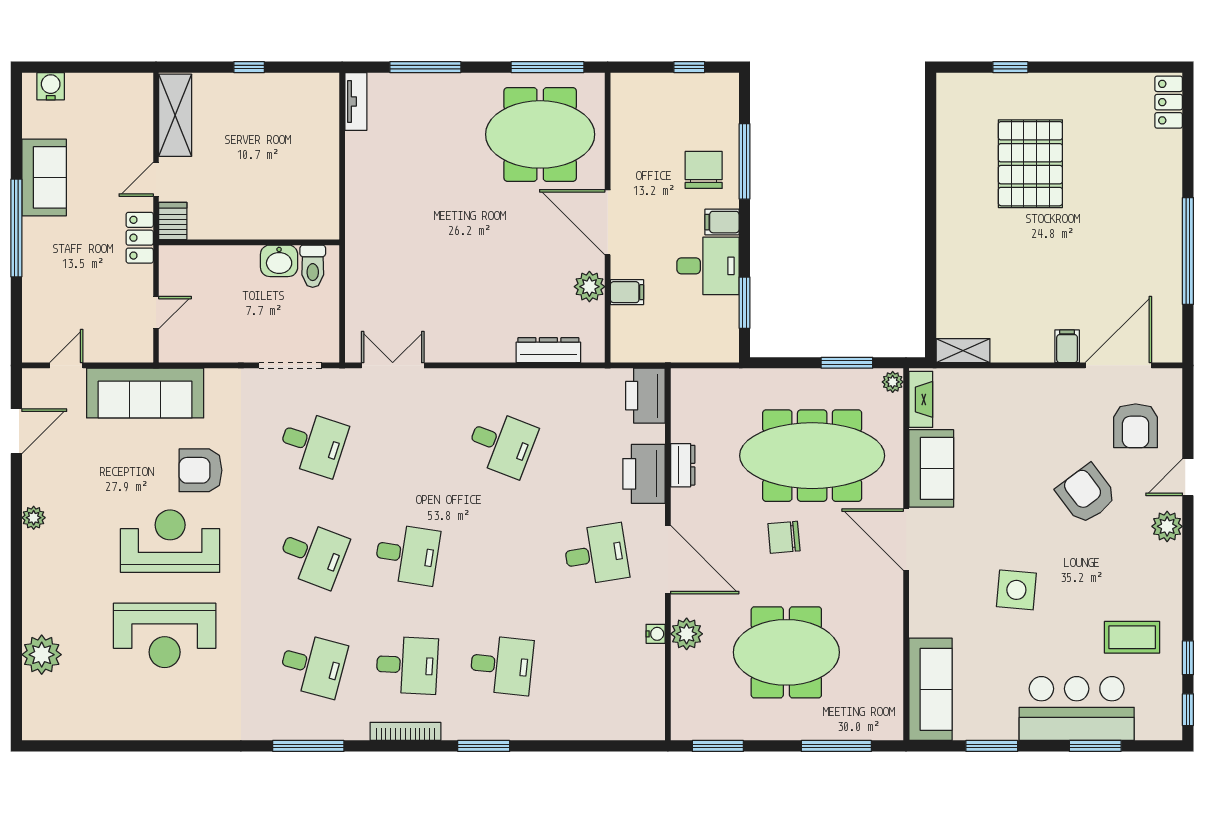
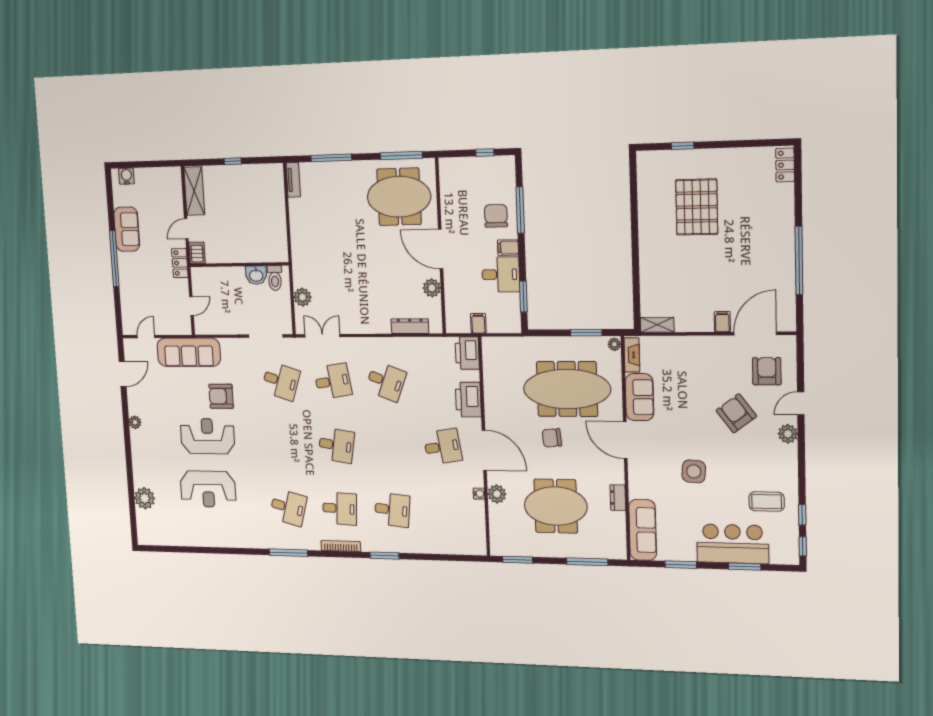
filing cabinet: (627, 292) -> (478, 323), moved, turned -90
plant: (361, 299) -> (302, 297), added
armchair: (1136, 426) -> (767, 371), turned 180
dresser: (683, 465) -> (618, 498), moved, turned 180
desk: (313, 554) -> (333, 381), moved, turned -30

